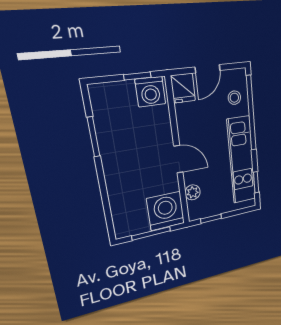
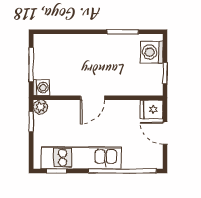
washing machine: (150, 92) -> (152, 52), moved
stool: (234, 98) -> (138, 156), removed
plant: (193, 192) -> (40, 107), moved
washing machine: (166, 211) -> (41, 88), width x0.53, depth x0.53

